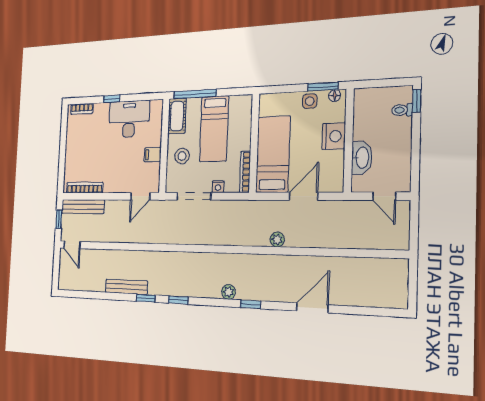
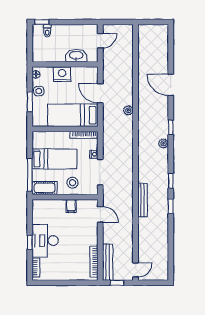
window: (323, 87) -> (30, 102), moved
desk: (129, 119) -> (45, 241), moved
bench: (126, 287) -> (143, 200), moved

